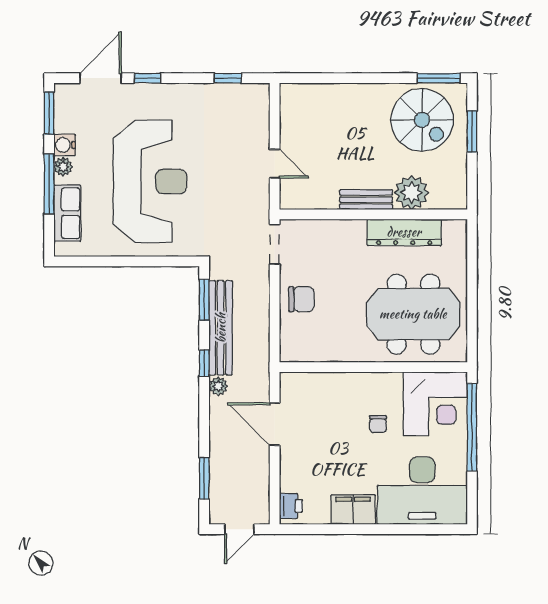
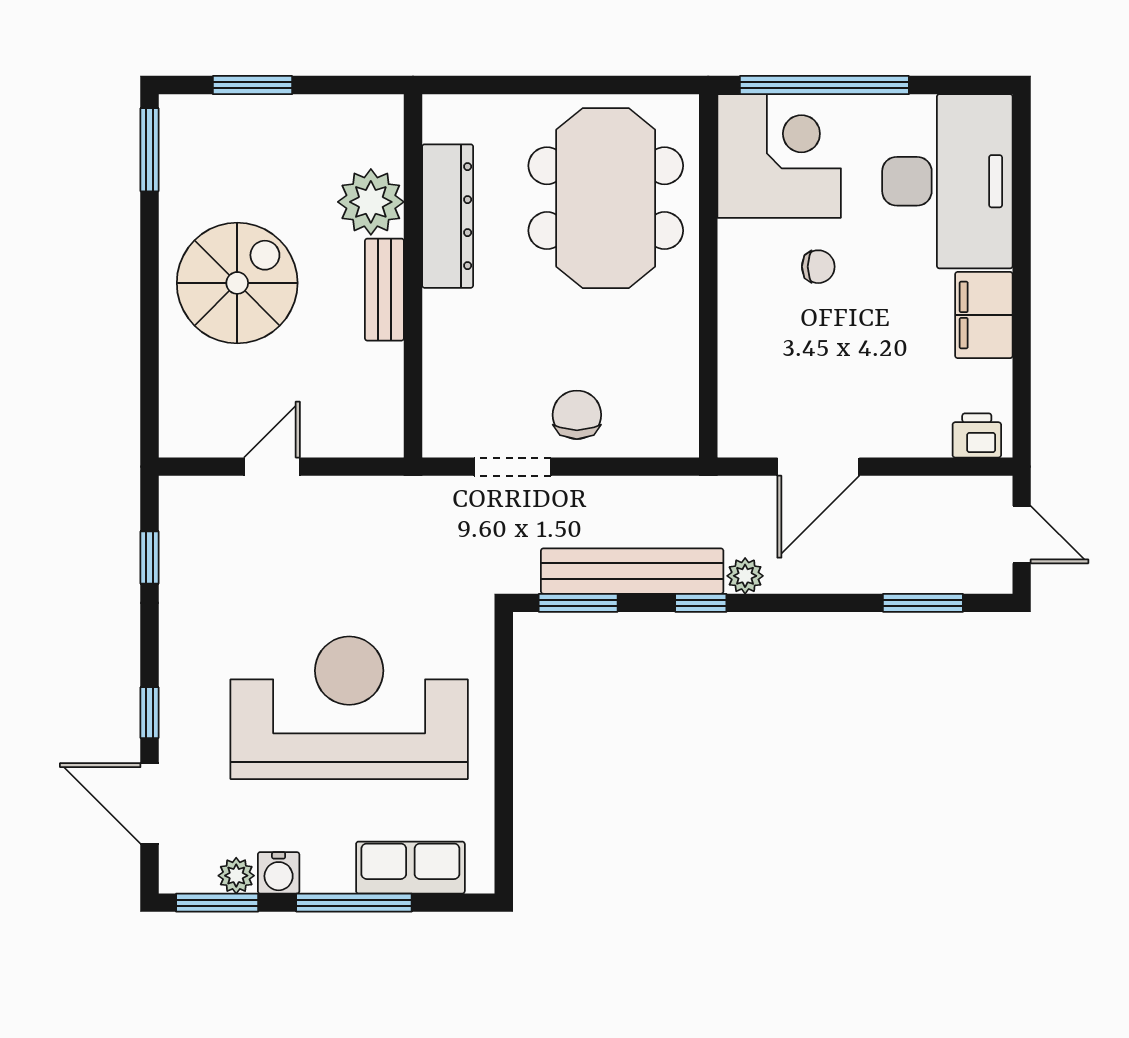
spiral stairs: (422, 120) -> (237, 283), moved
door: (275, 164) -> (272, 467), moved
plant: (63, 167) -> (236, 876), moved
doorway: (275, 244) -> (513, 467), moved

